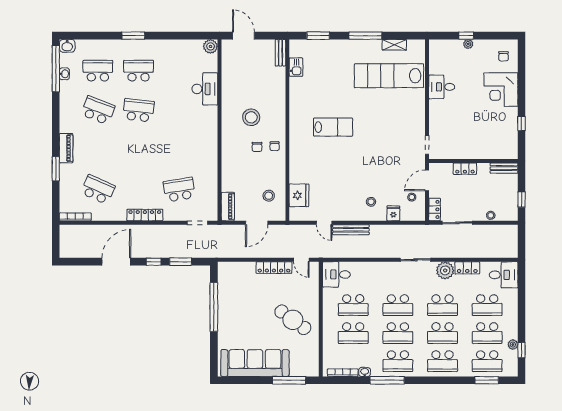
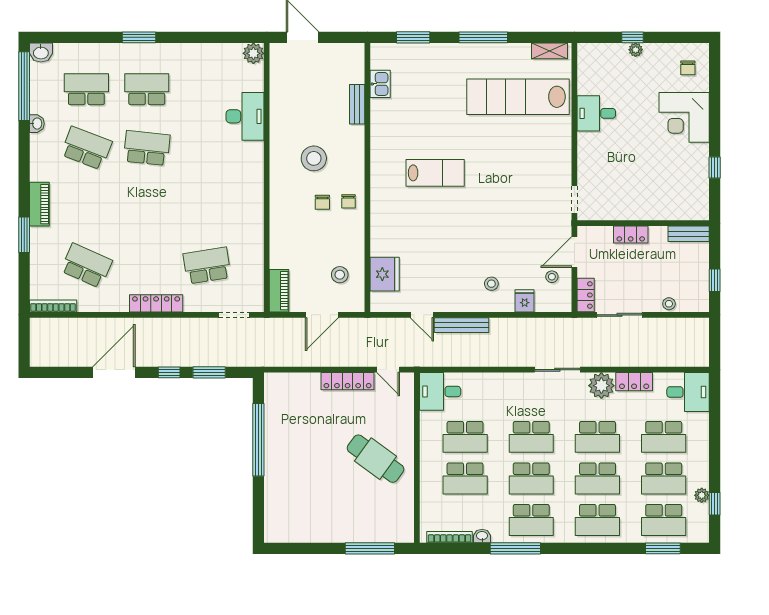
shelving: (394, 45) -> (550, 51), moved
bench: (280, 53) -> (357, 104), moved
washbasin: (64, 74) -> (37, 124), moved
sofa: (255, 363) -> (319, 523), removed

